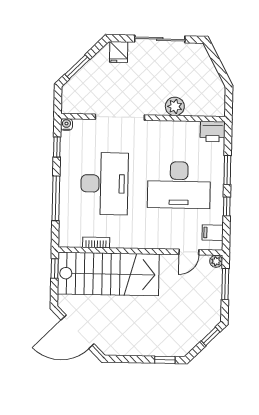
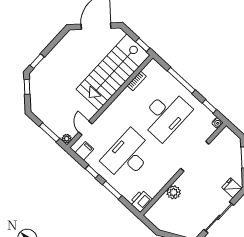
desk: (104, 184) -> (165, 115), turned -90
window: (211, 336) -> (27, 87), moved

